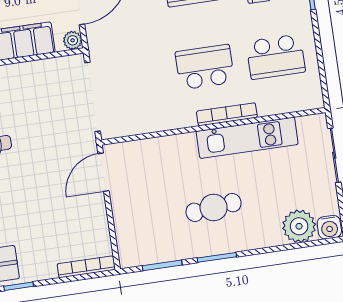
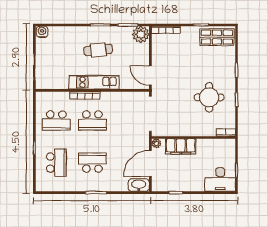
school desk: (276, 57) -> (56, 120), turned 180
kitchen unit: (247, 138) -> (94, 82), moved
door: (104, 172) -> (150, 75), swing flipped
plant: (299, 226) -> (141, 34), moved

